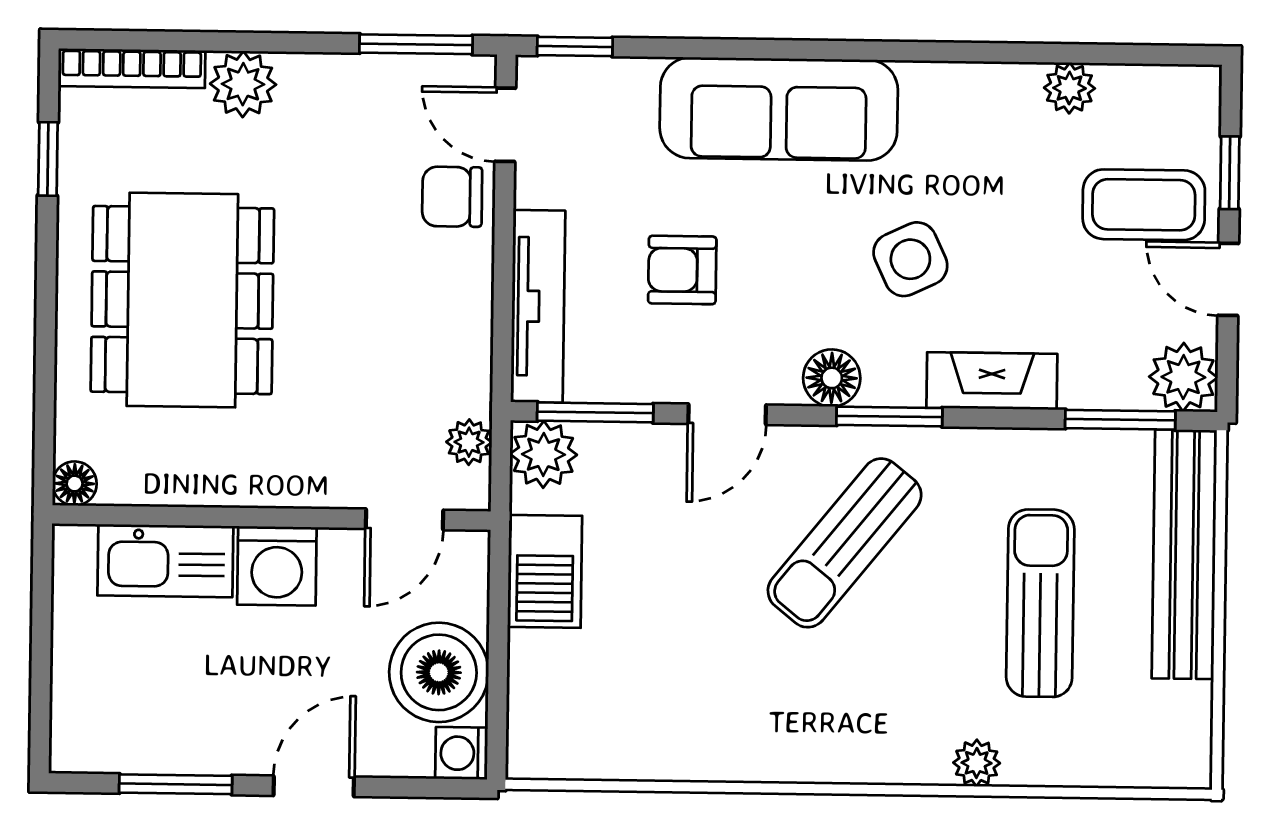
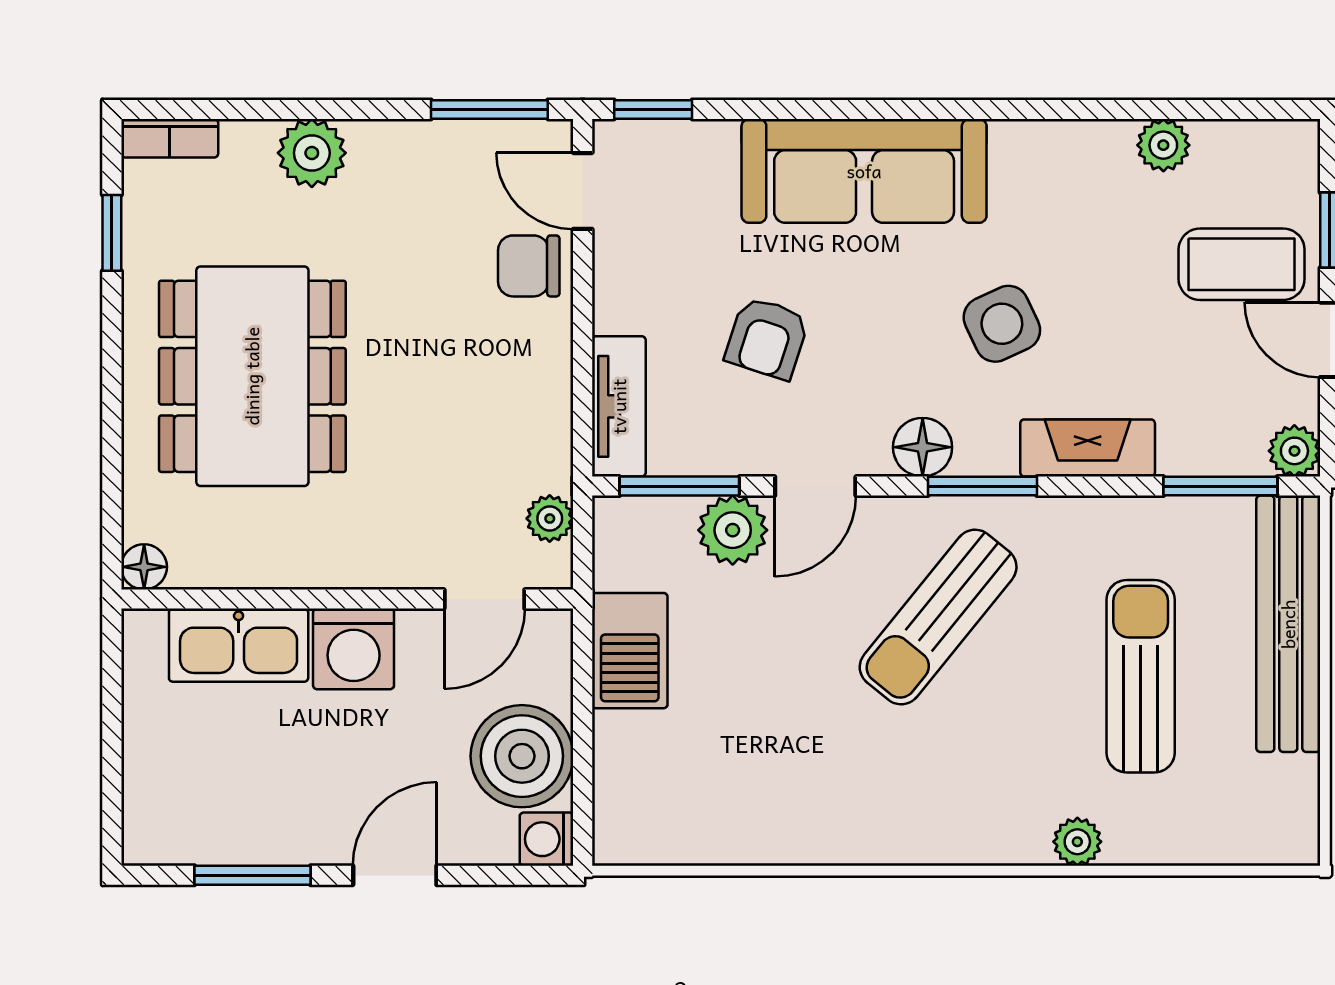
bookcase: (132, 68) -> (170, 138), width x0.64
armchair: (682, 270) -> (767, 338), turned -72
tv unit: (538, 306) -> (619, 406), width x0.71
plant: (1183, 377) -> (1294, 451), width x0.73, depth x0.73
plant: (543, 454) -> (733, 530), moved

